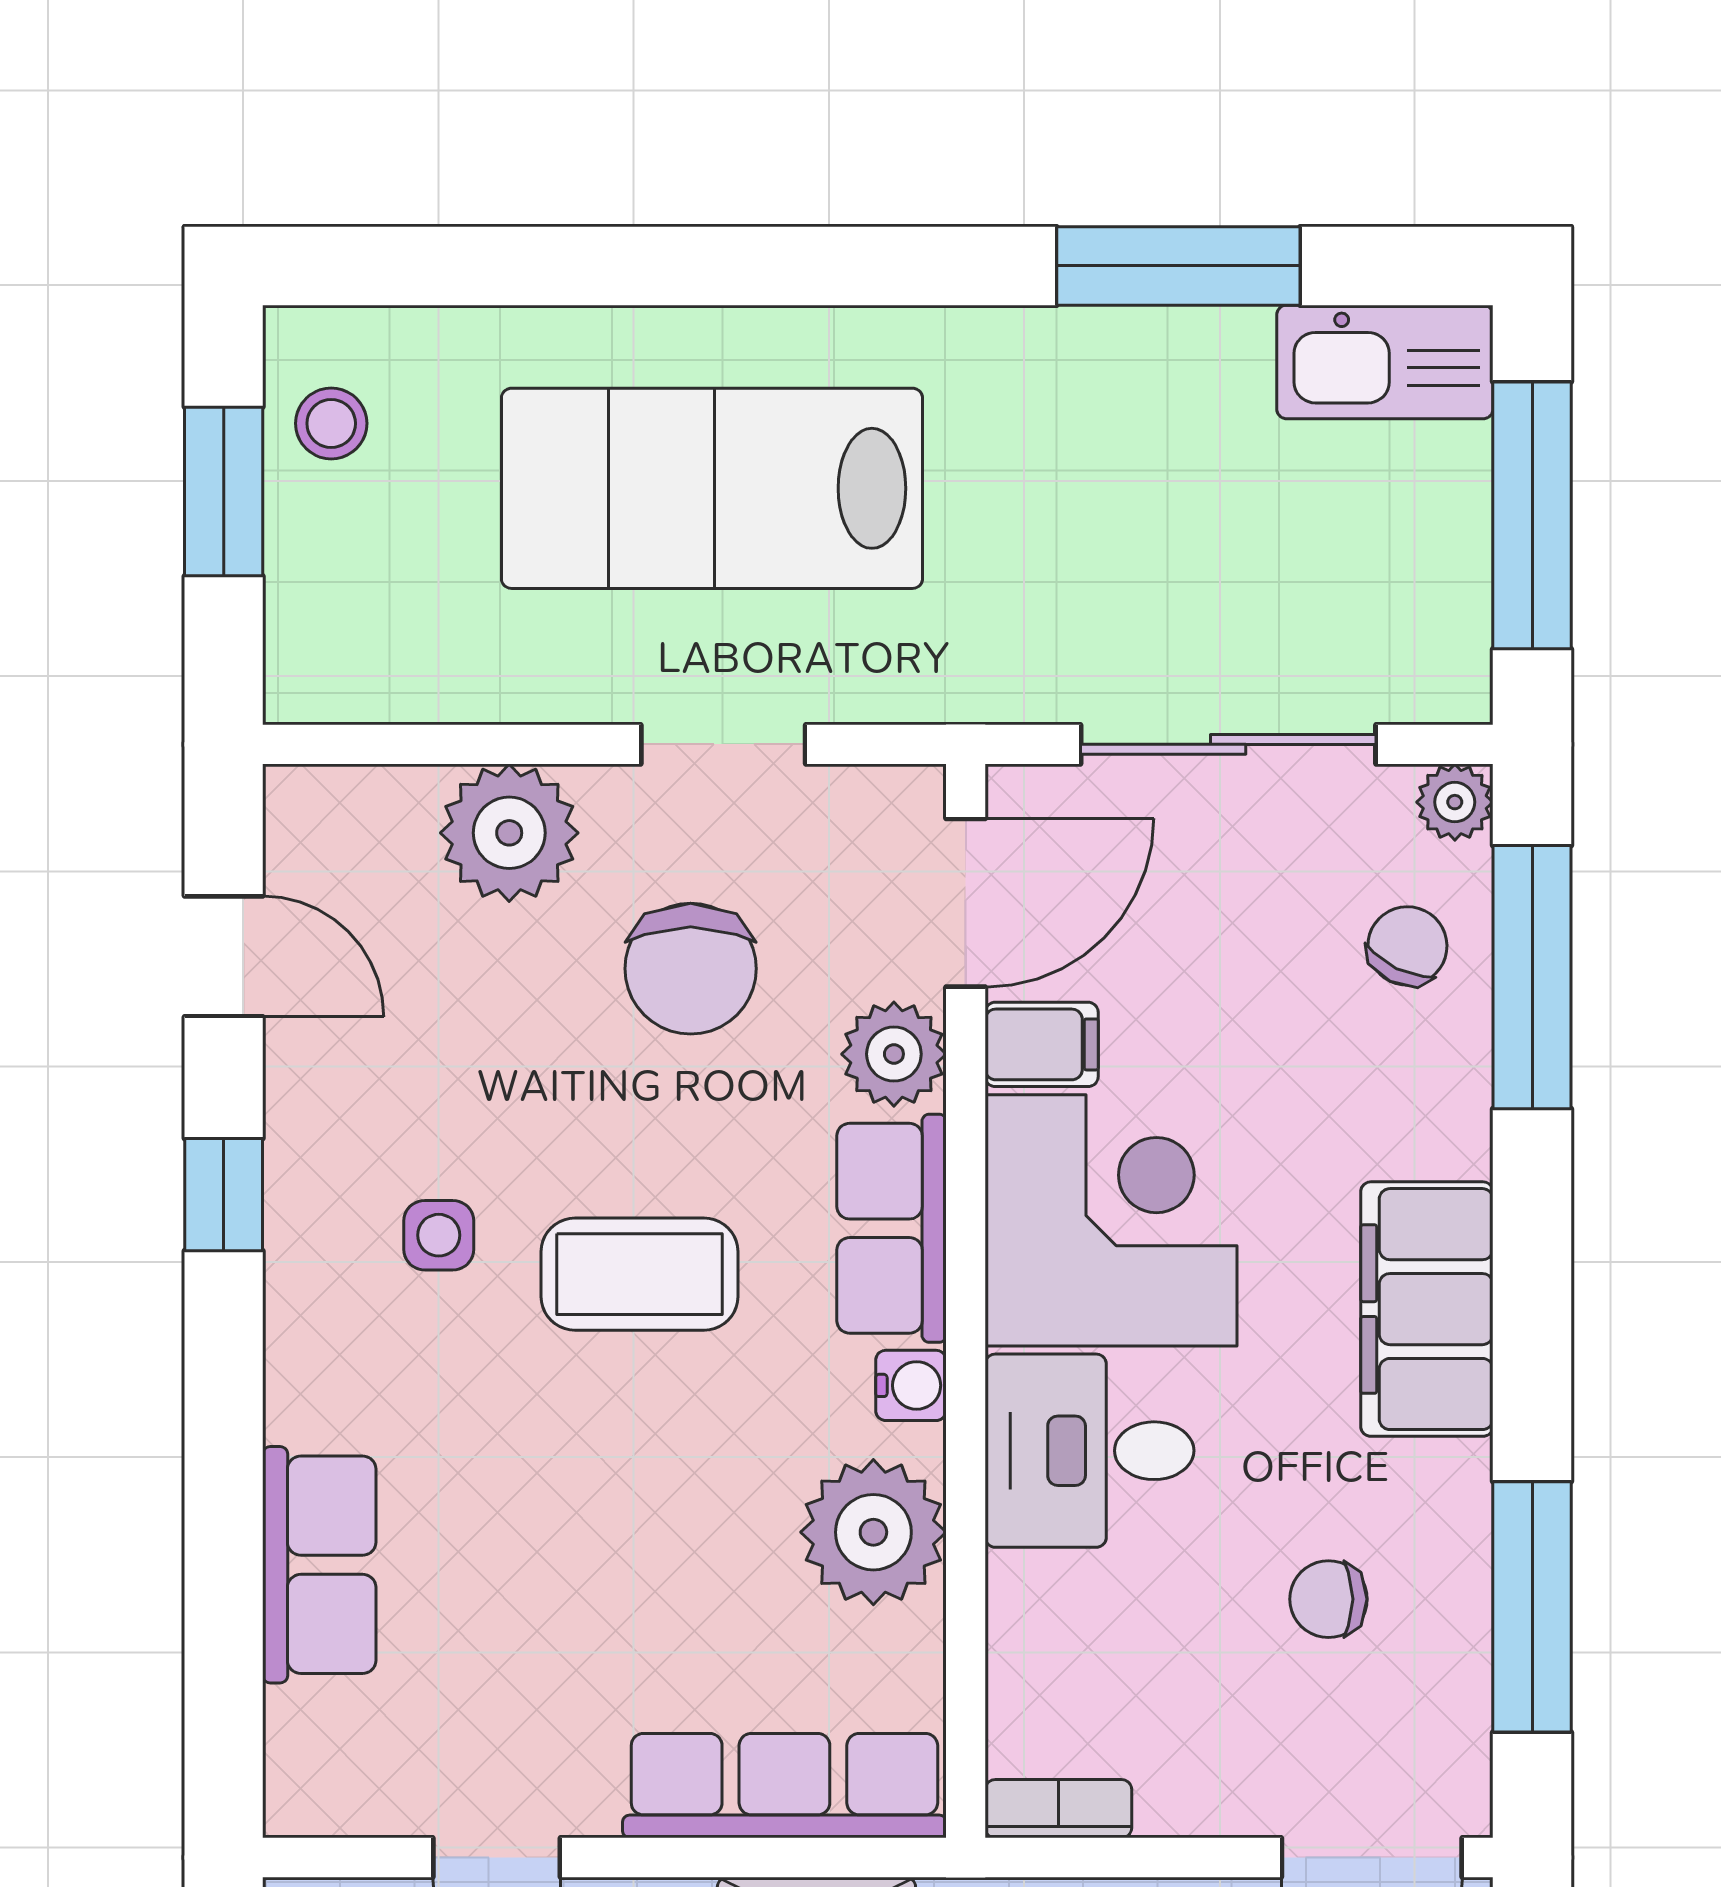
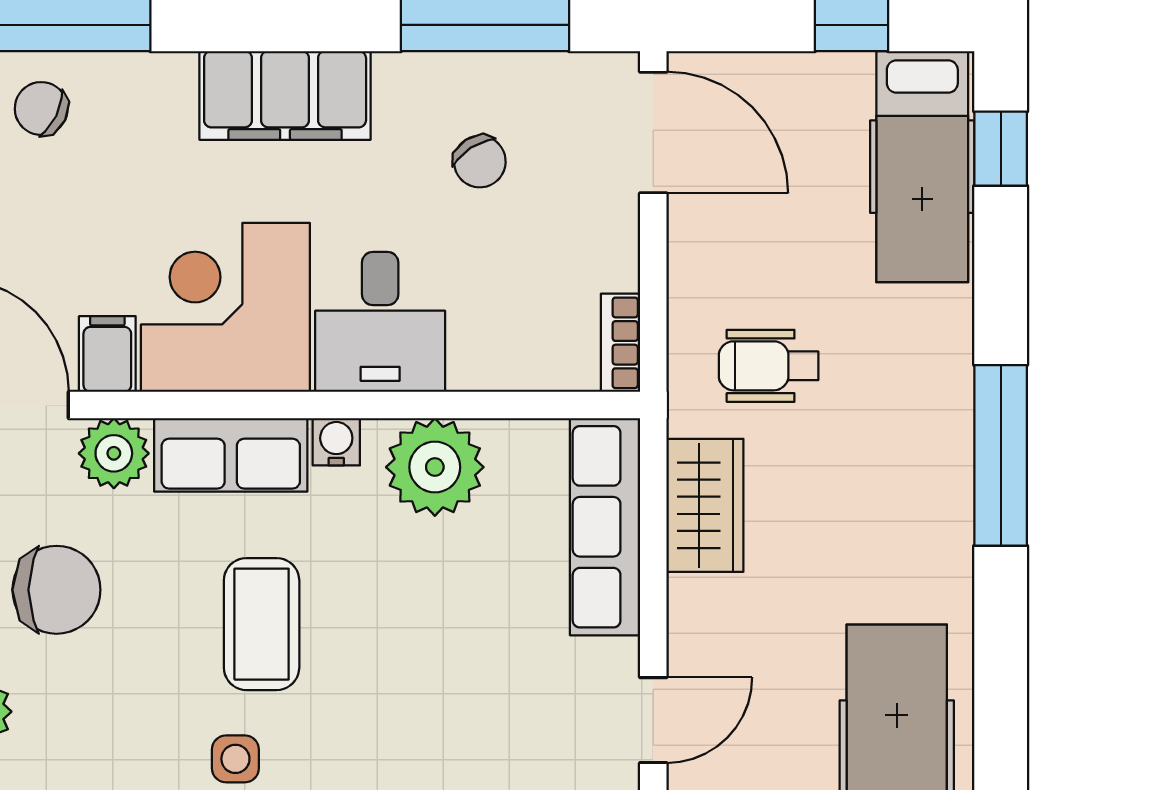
chair: (1328, 1599) -> (480, 162), turned -33

